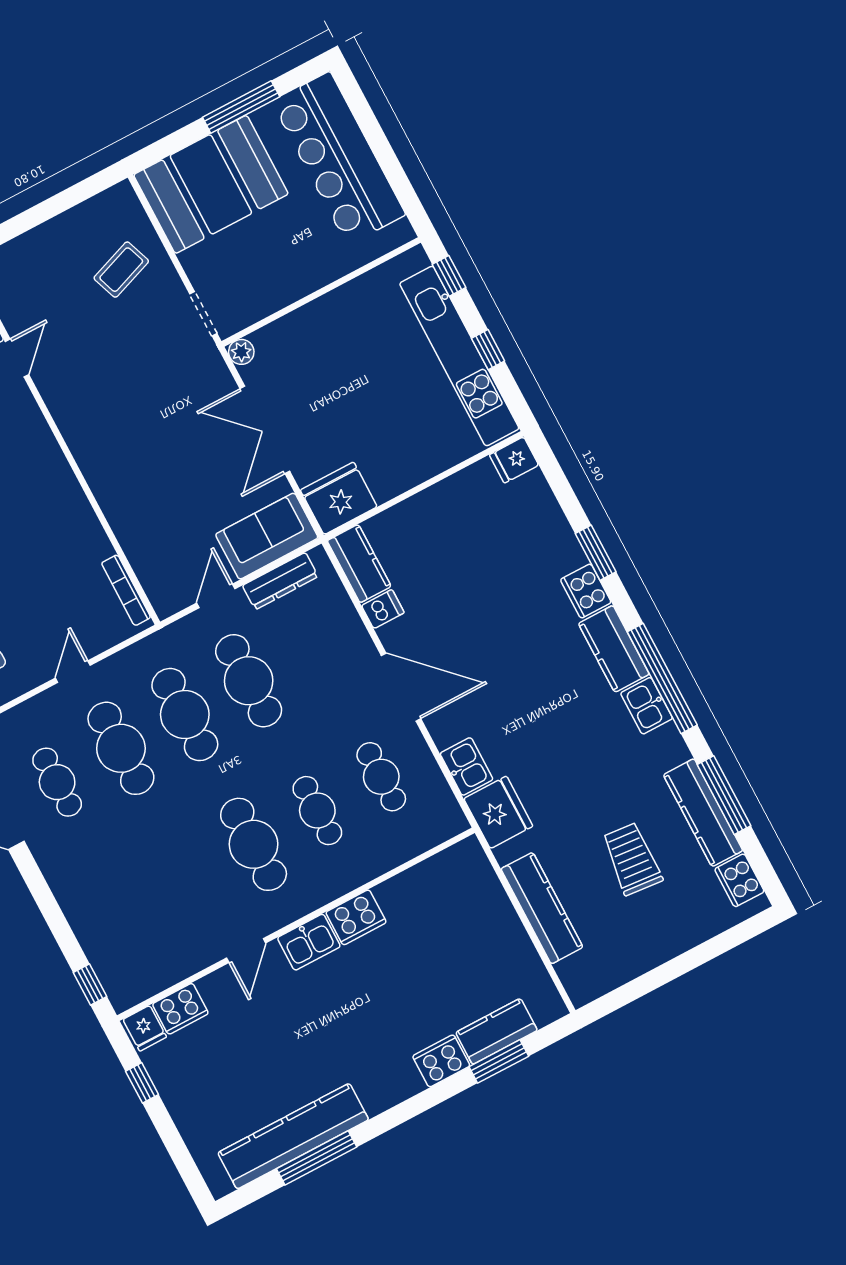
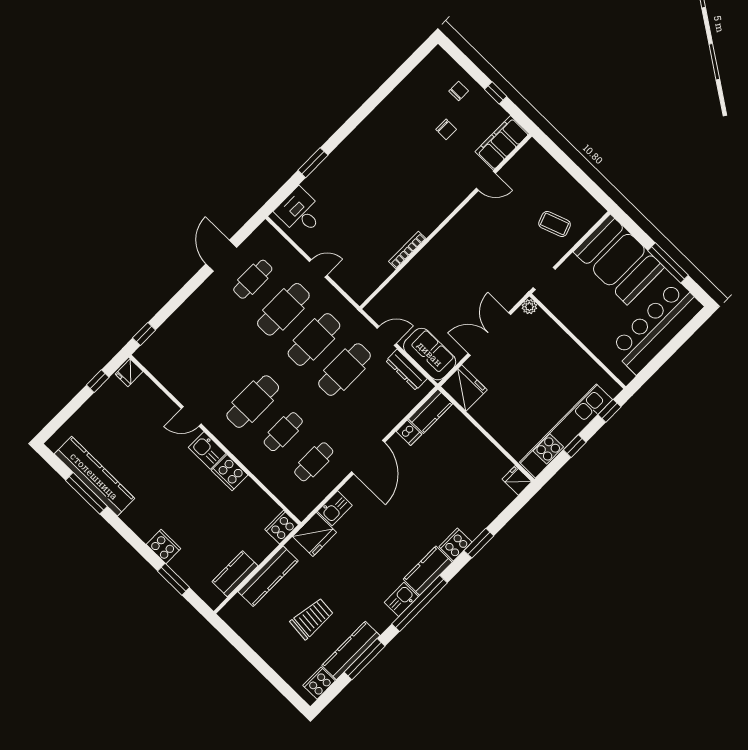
bookcase: (126, 590) -> (407, 250), moved
cooker: (180, 1009) -> (282, 527), moved, turned 90
kitchen counter: (496, 1031) -> (235, 574), moved, turned -90

